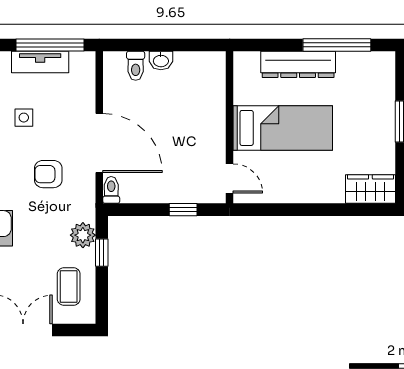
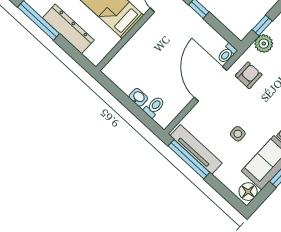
tv unit: (40, 62) -> (196, 149), width x1.41
armchair: (48, 174) -> (249, 75), moved, turned -90

